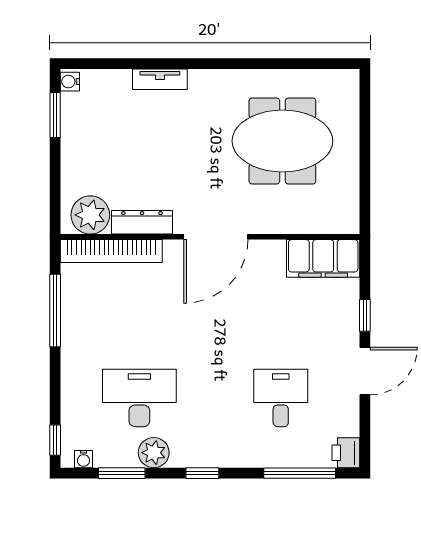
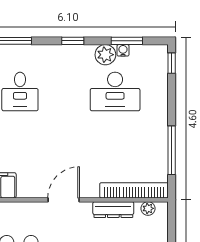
plant: (90, 215) -> (148, 208), width x0.53, depth x0.53
door: (216, 237) -> (64, 200), width x0.73
water cooler: (83, 459) -> (123, 50), moved

